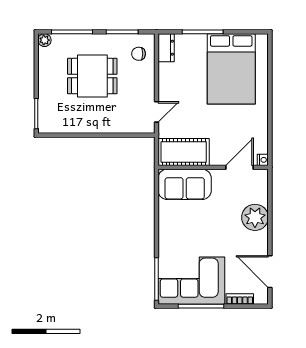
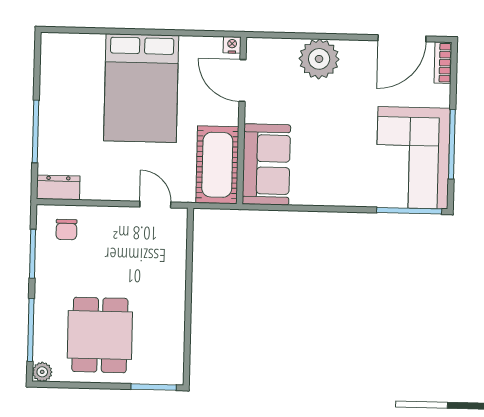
bed: (231, 69) -> (141, 88), moved, turned 90
dining table: (92, 76) -> (100, 335), moved
bookcase: (240, 299) -> (443, 63), moved

